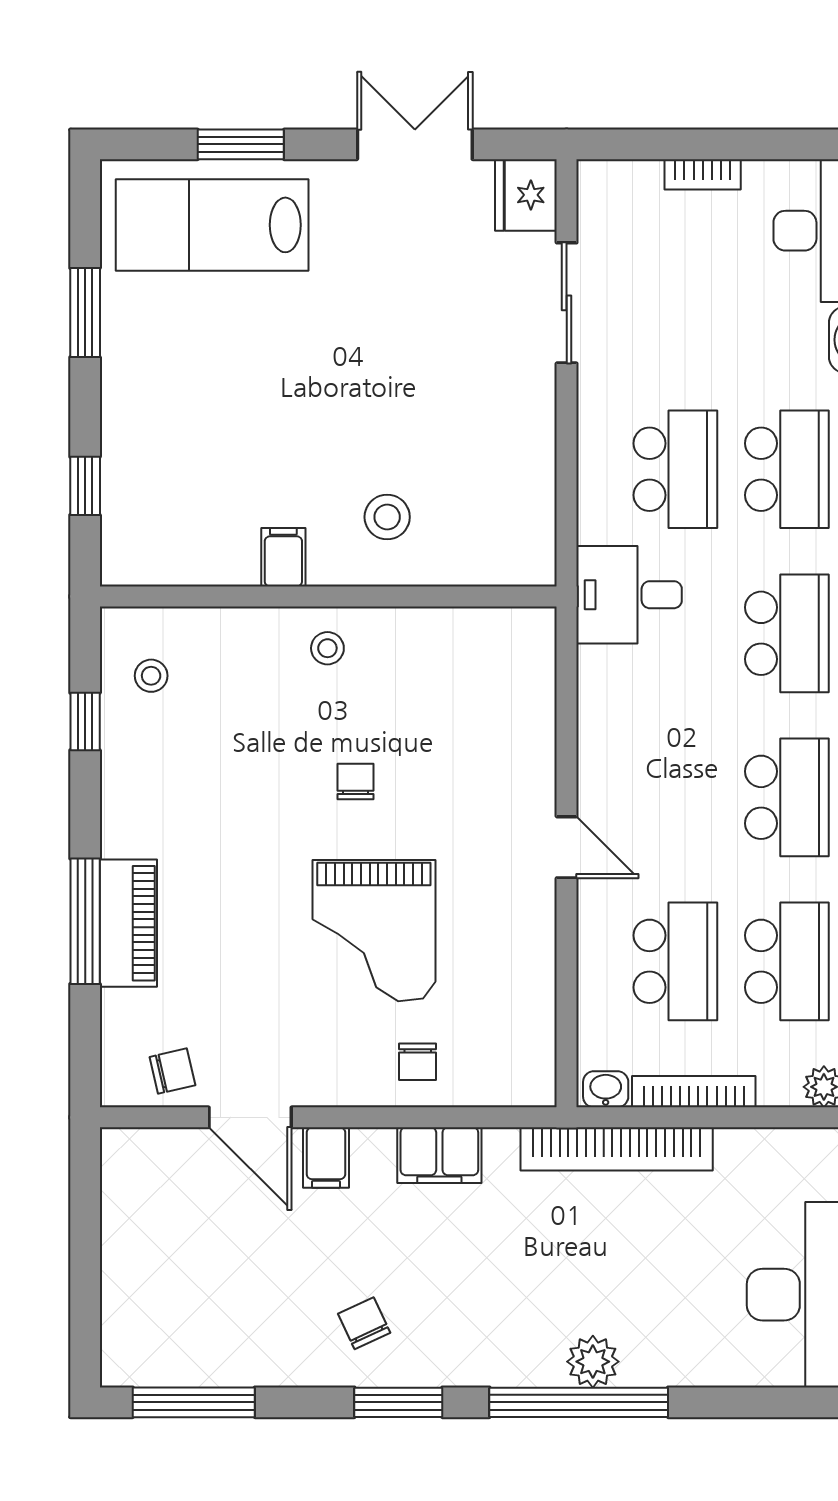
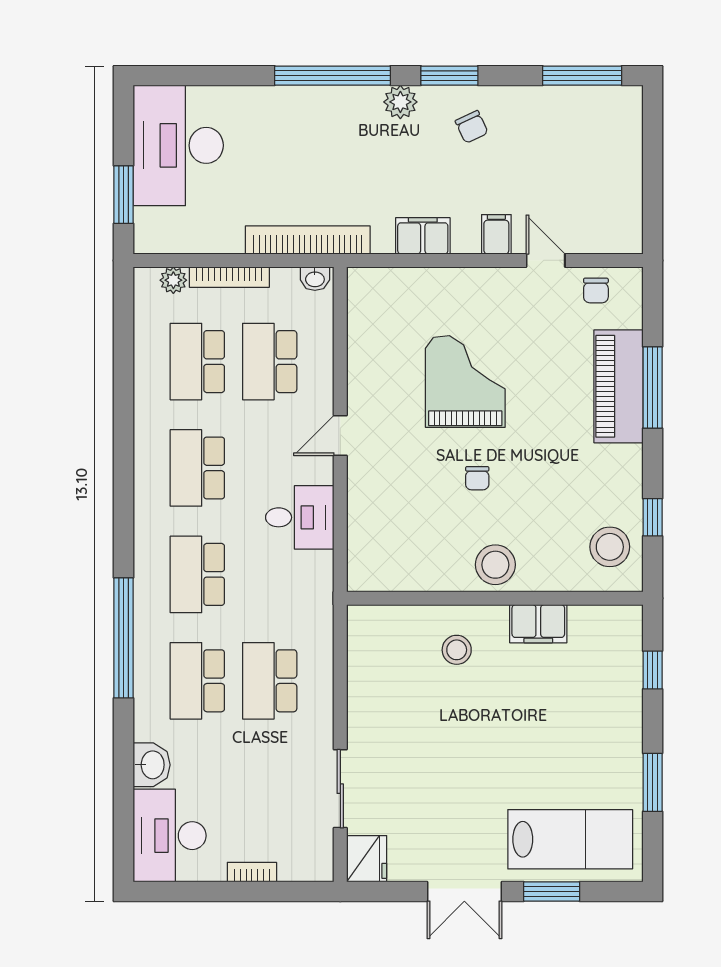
double door: (415, 144) -> (464, 892), moved
filing cabinet: (283, 557) -> (538, 624), width x2.00
desk: (629, 595) -> (300, 517), moved
stool: (327, 648) -> (495, 565), width x1.89, depth x1.89
stool: (151, 676) -> (610, 547), width x1.89, depth x1.89
door: (567, 847) -> (340, 436), hinge flipped
piano: (128, 923) -> (619, 386), width x1.37, depth x1.33
chair: (418, 1062) -> (437, 296), removed
chair: (172, 1071) -> (596, 290), turned -77
bookcase: (694, 1092) -> (229, 277), moved
door: (250, 1117) -> (546, 260), width x0.73
plant: (593, 1362) -> (400, 102), moved

